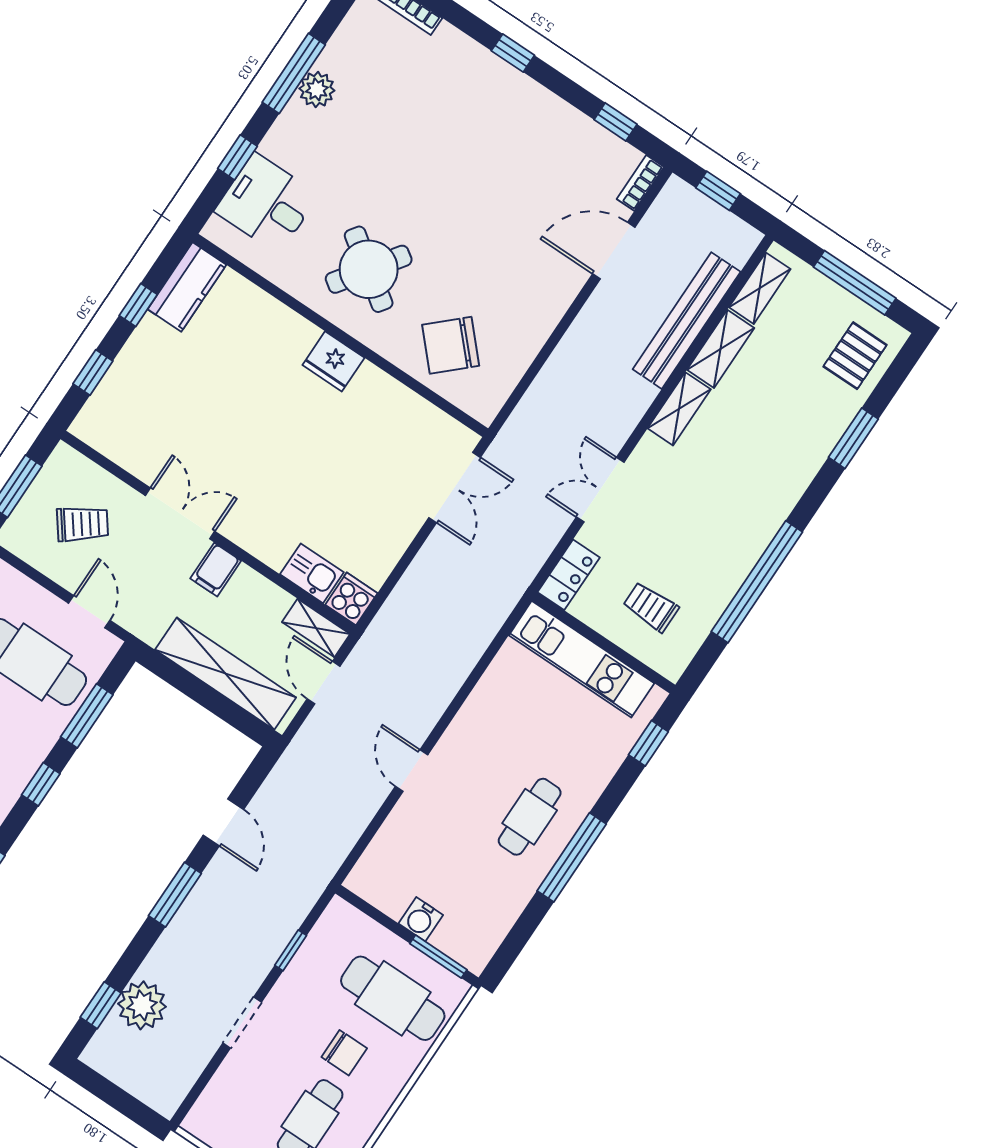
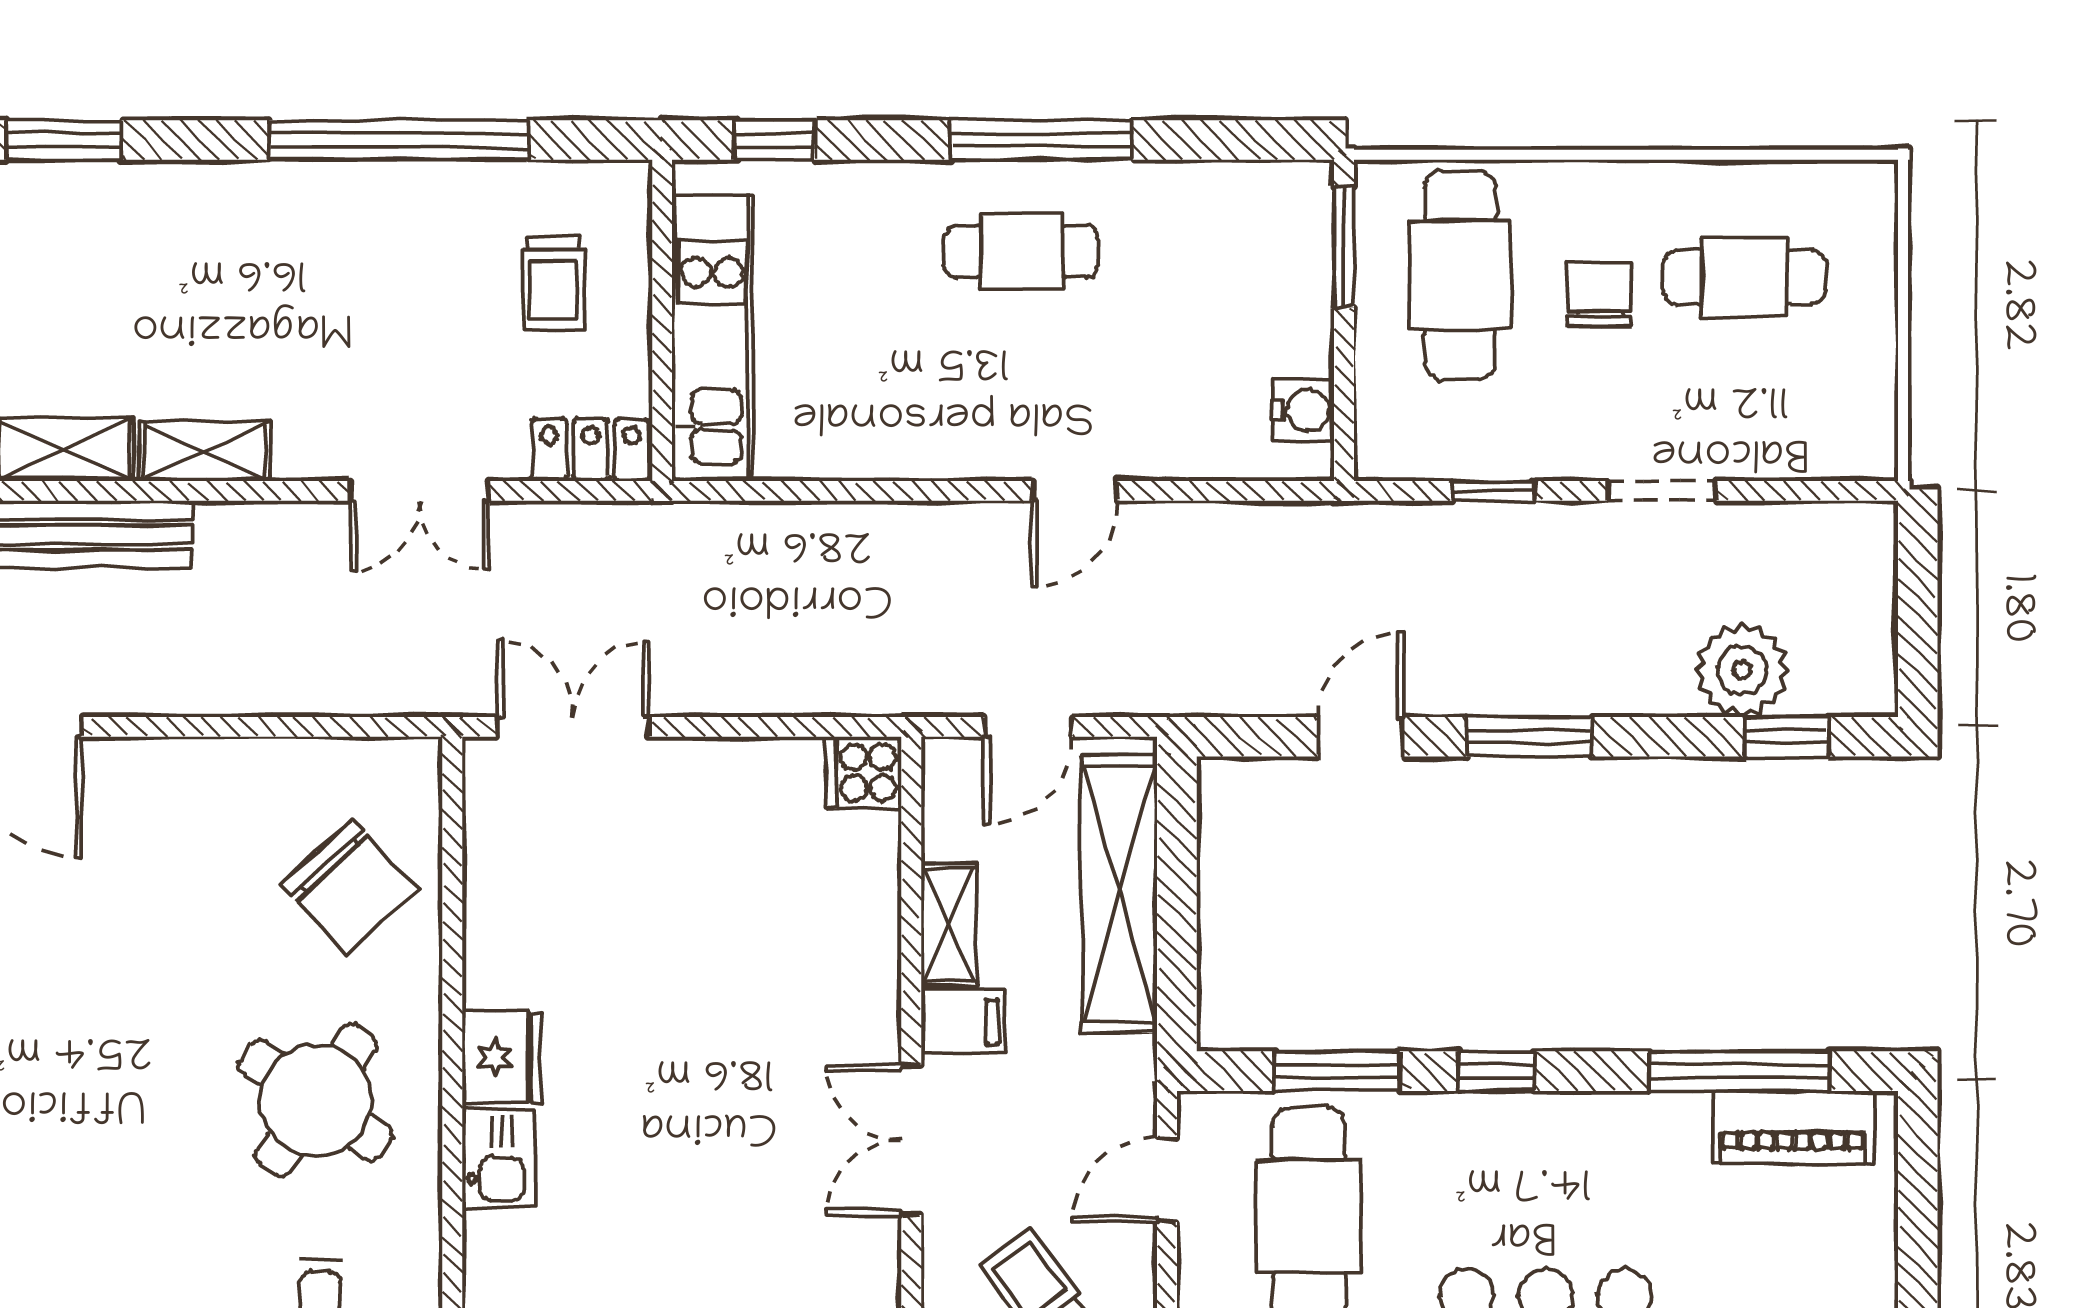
kitchen sink: (312, 573) -> (498, 1159), moved, turned 180
shelving: (316, 628) -> (949, 924), moved
water cooler: (421, 919) -> (1303, 410), moved

